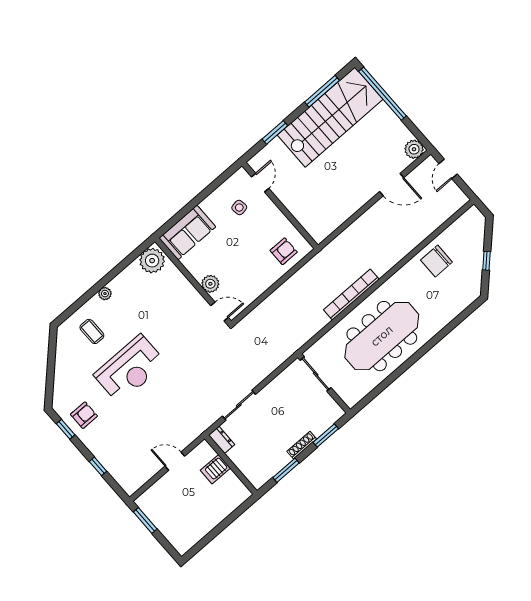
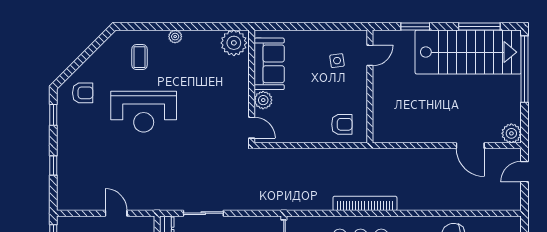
sofa: (187, 232) -> (269, 64), moved, turned -90
armchair: (84, 415) -> (83, 93), moved

